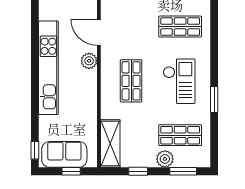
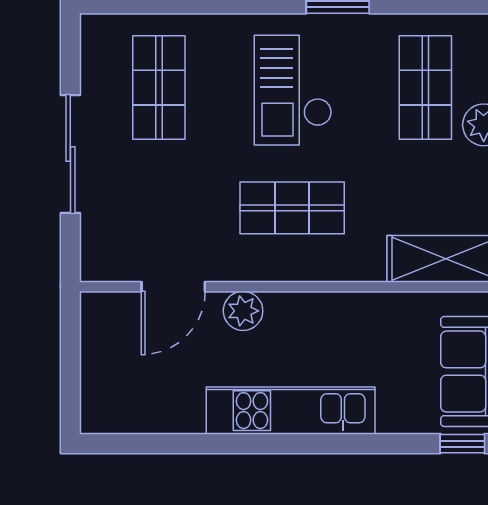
kitchen unit: (48, 68) -> (291, 411), width x0.73
checkout: (179, 81) -> (293, 90), turned -90

